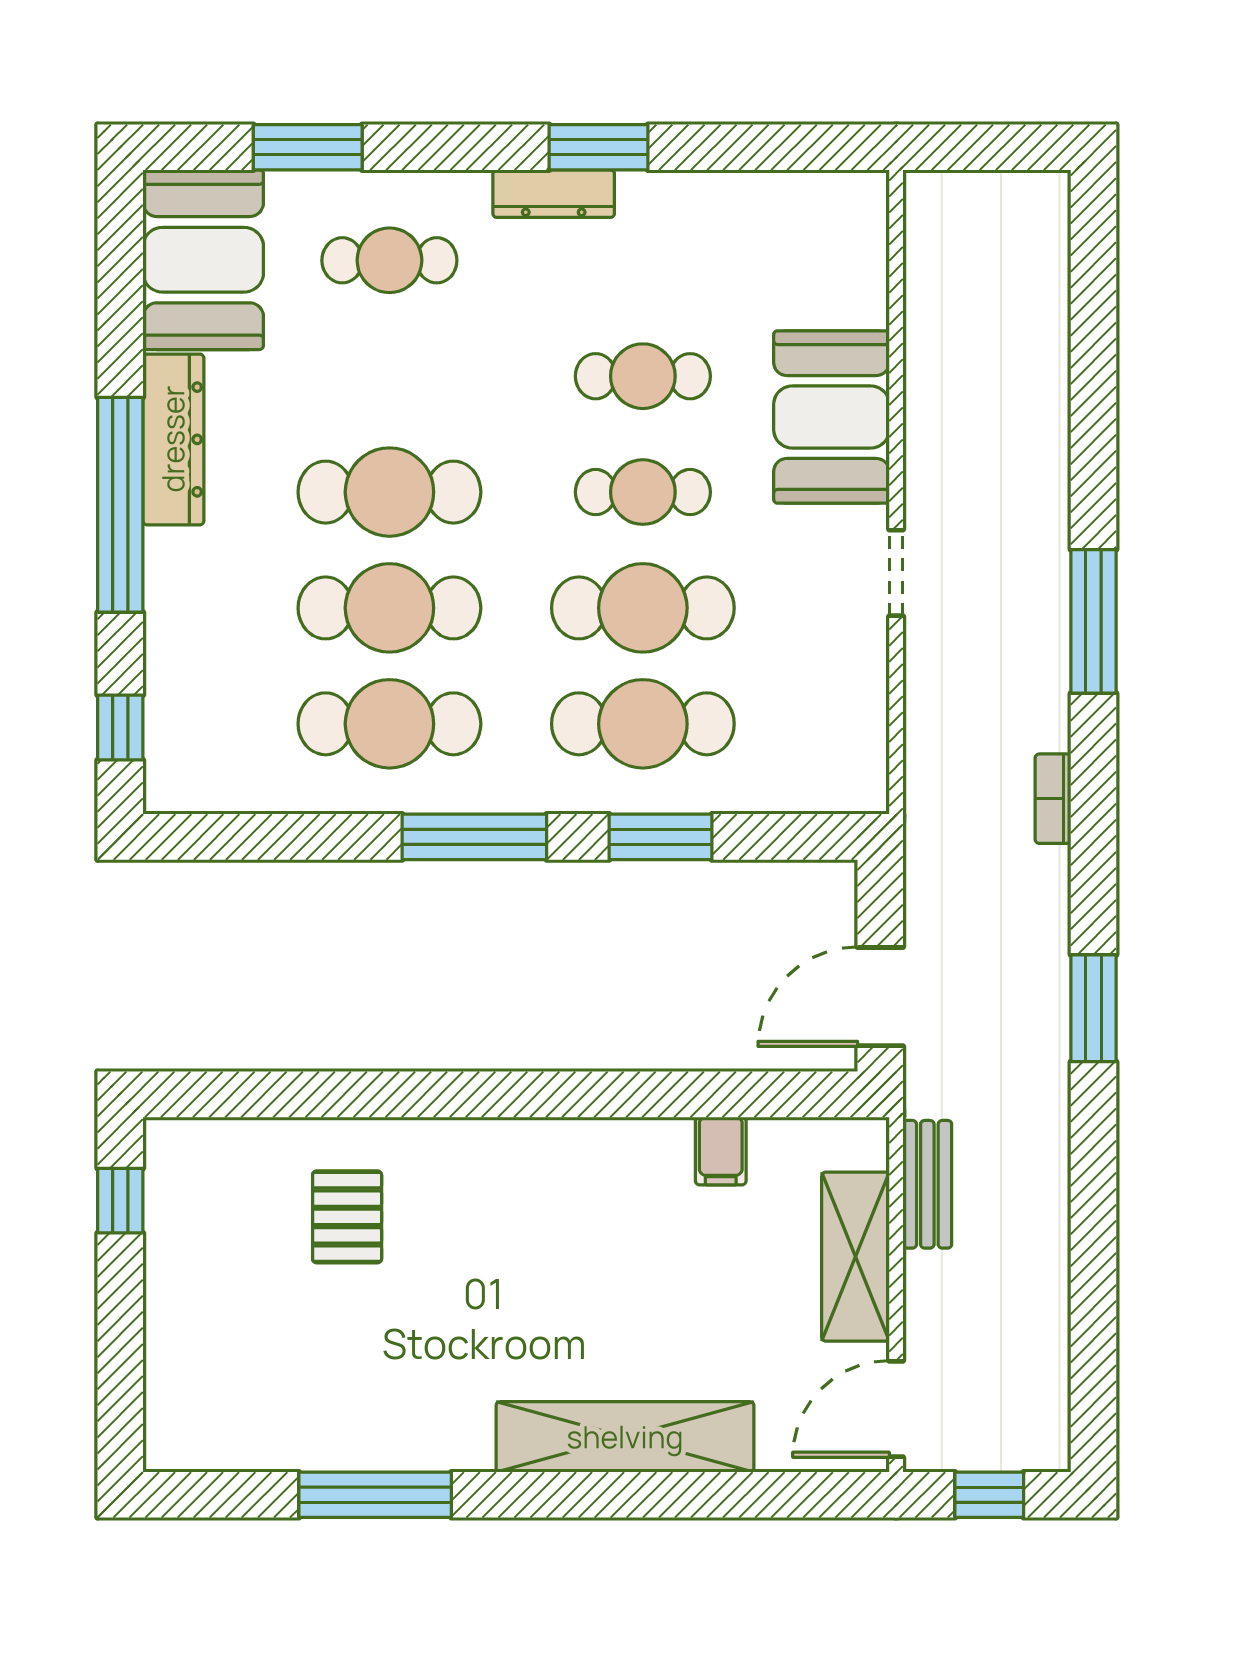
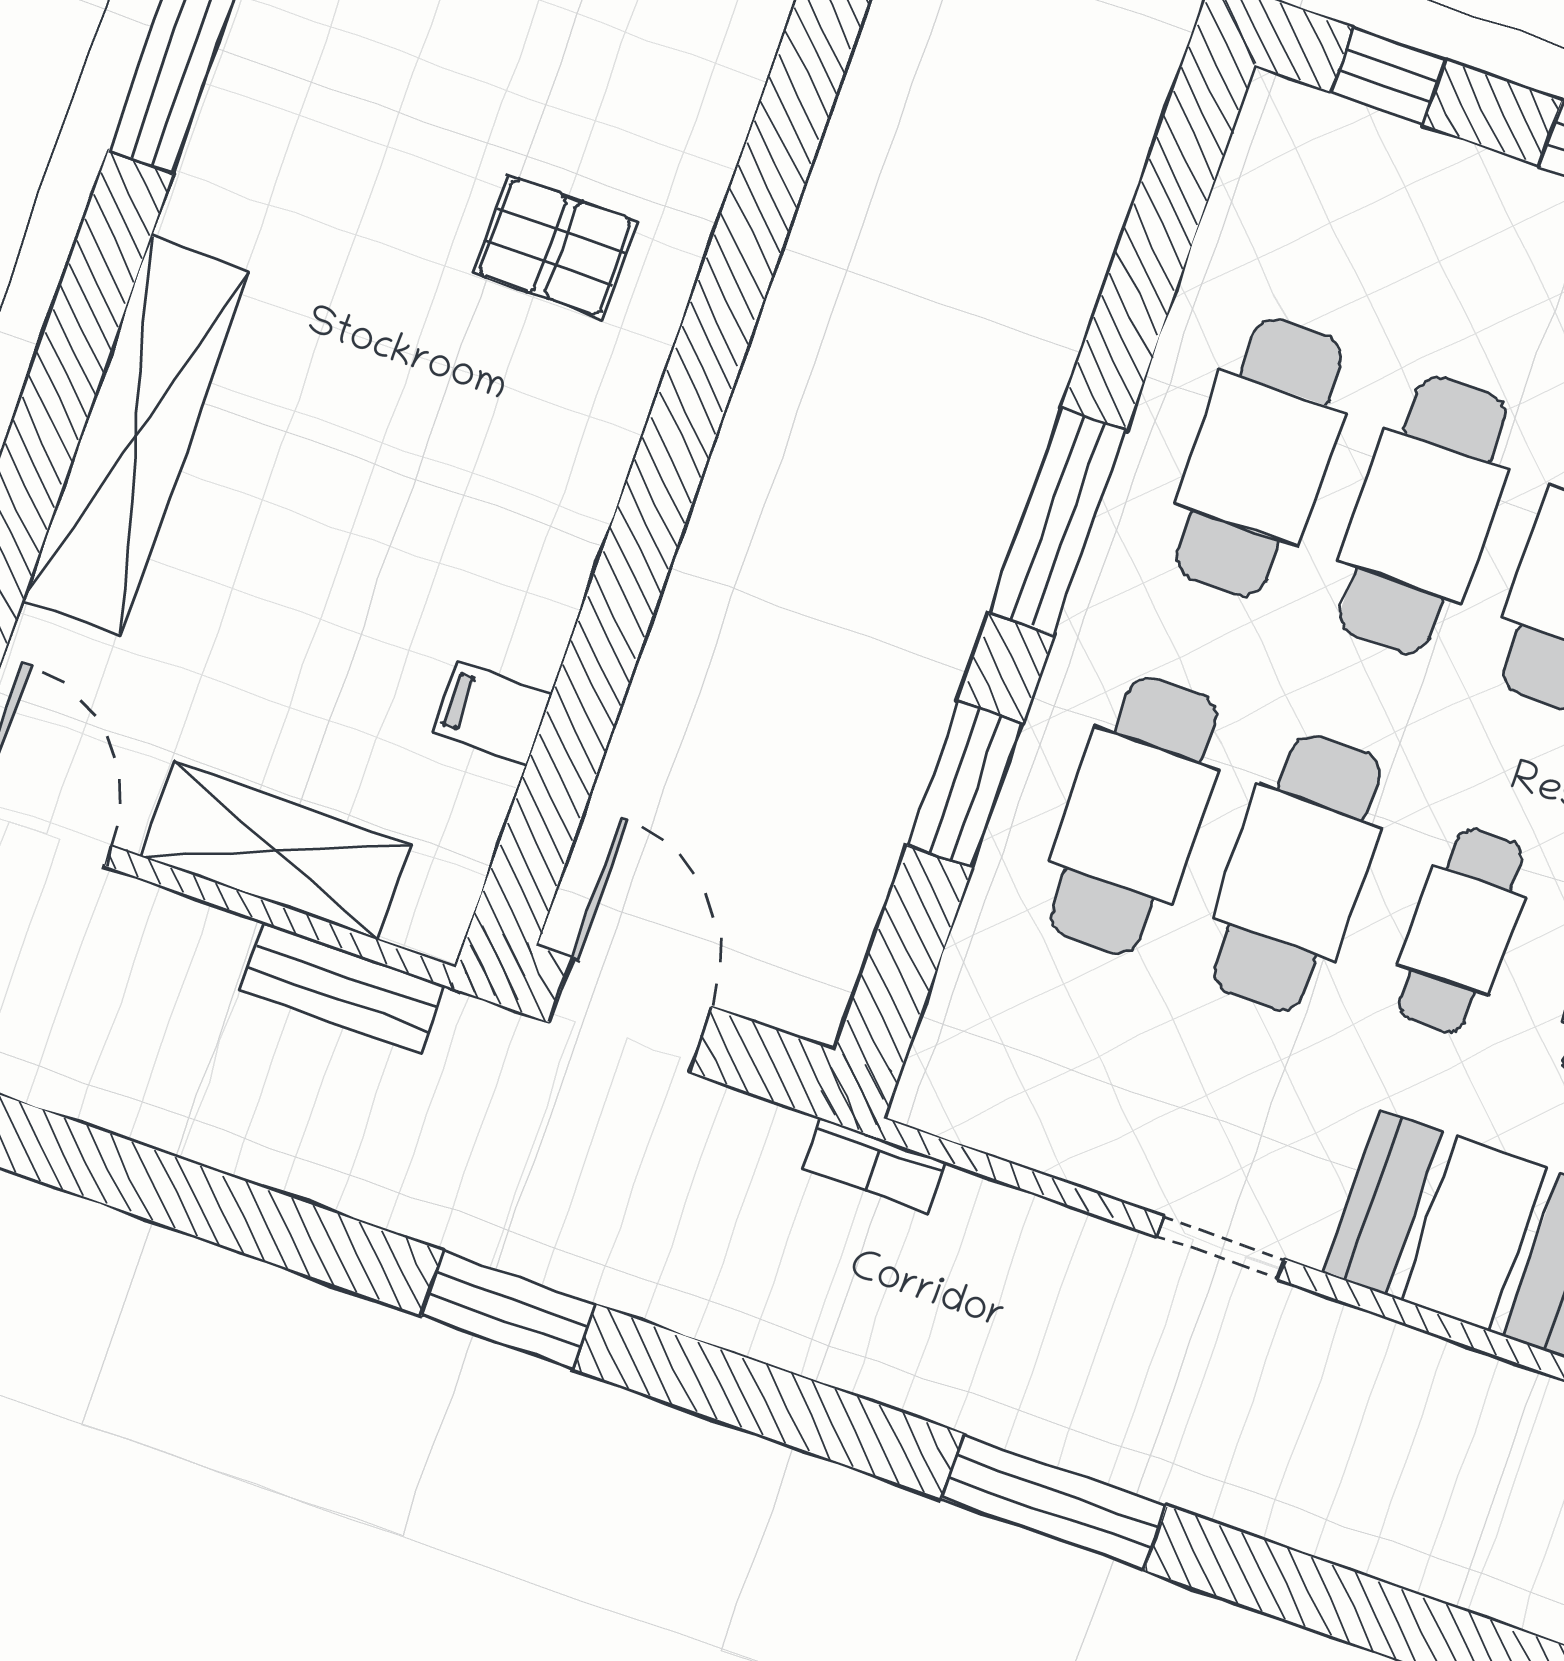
bookcase: (1053, 799) -> (874, 1165), moved, turned 180
pallet: (347, 1217) -> (555, 247), moved

